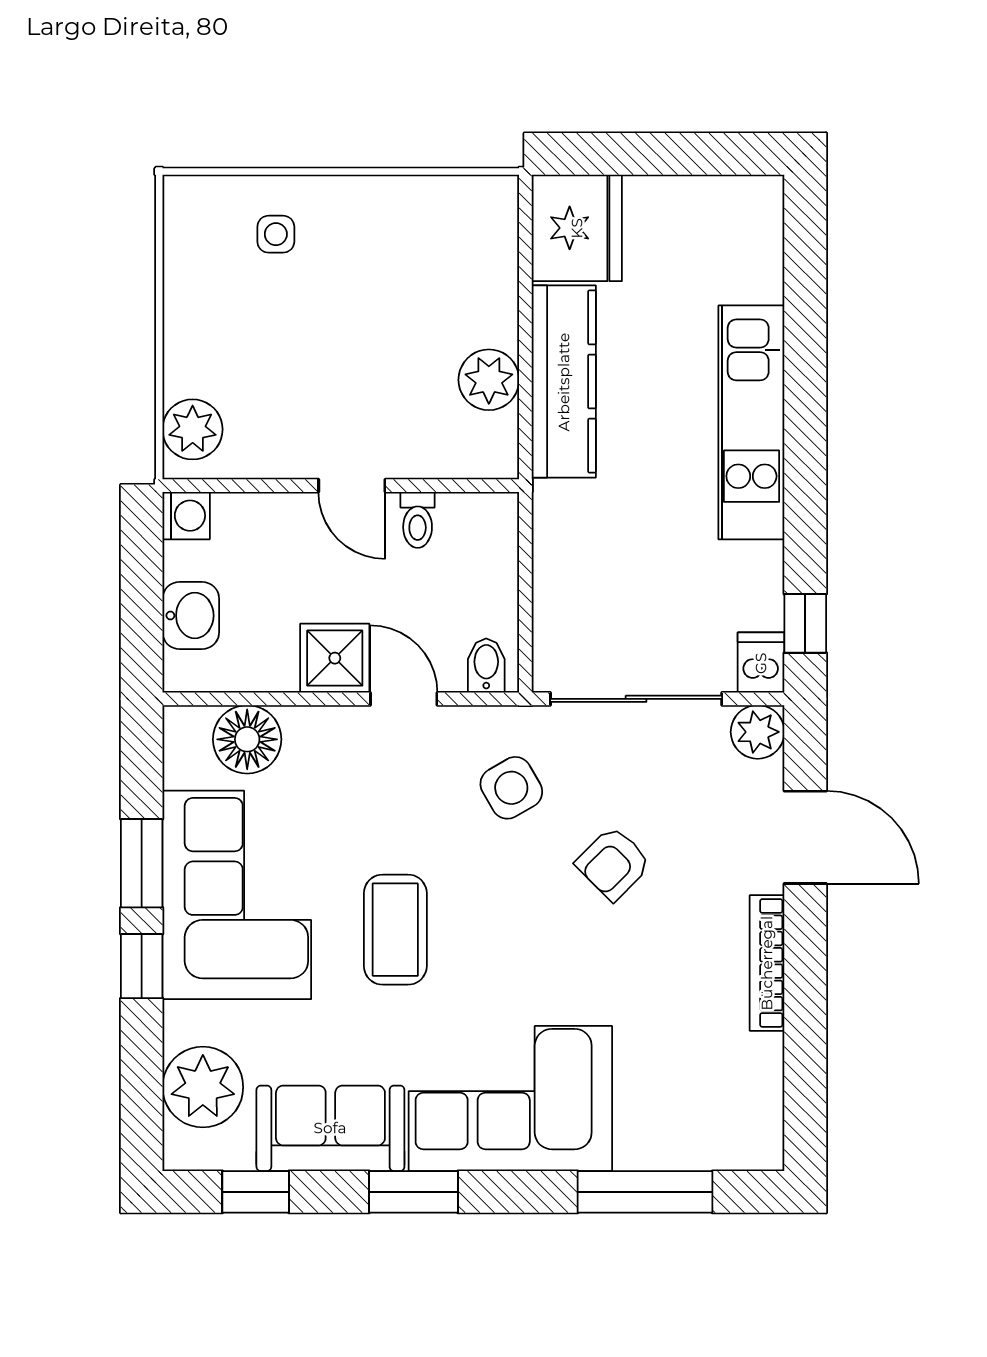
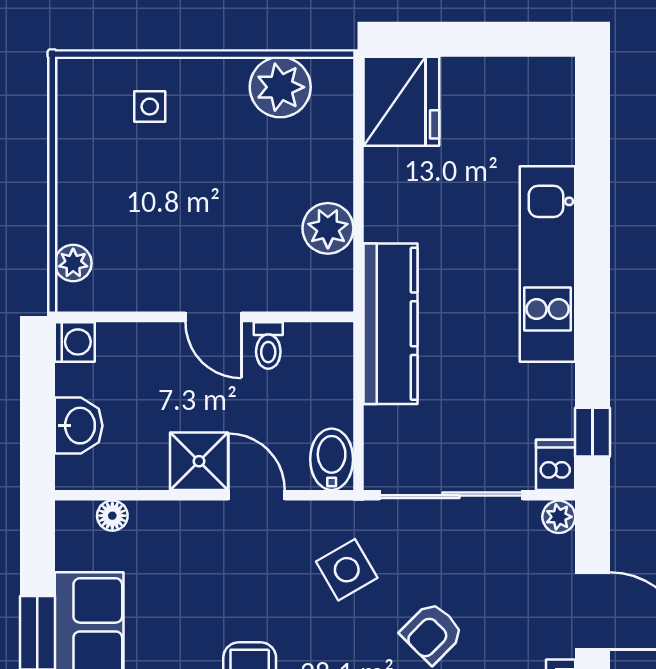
plant: (432, 211) -> (280, 87), added
kitchen counter: (564, 382) -> (391, 324), moved
plant: (193, 429) -> (73, 263), width x0.73, depth x0.73
bidet: (486, 666) -> (332, 459), width x1.38, depth x1.36
plant: (758, 732) -> (559, 517), width x0.73, depth x0.73
floor lamp: (247, 739) -> (112, 516), width x0.53, depth x0.53

